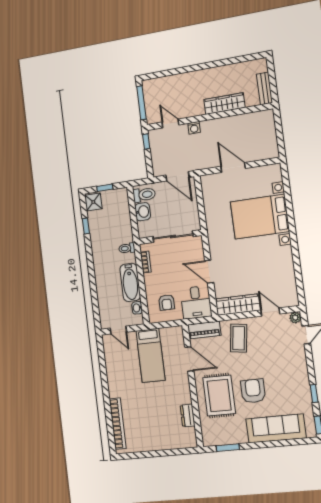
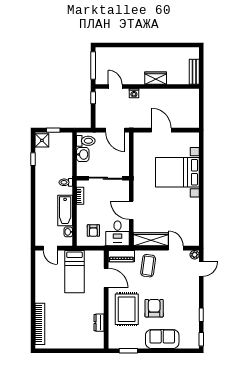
wardrobe: (224, 104) -> (156, 78), width x0.67
sofa: (276, 428) -> (162, 339), width x0.73

